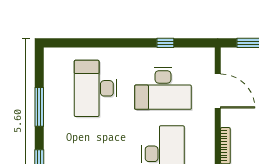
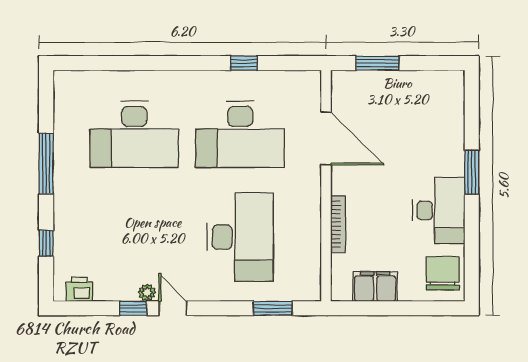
desk: (95, 88) -> (134, 134), turned -90

